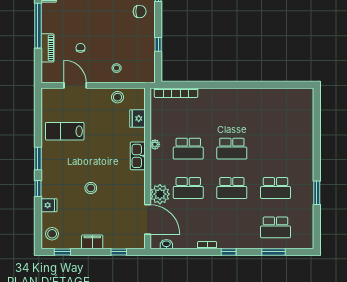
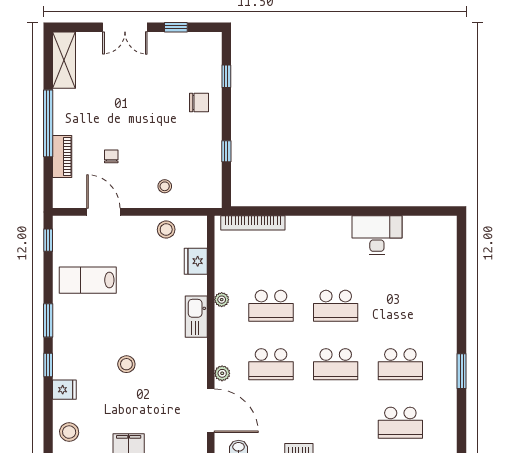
desk: (260, 101) -> (377, 235), added
window: (38, 104) -> (48, 240), added
plant: (160, 194) -> (222, 373), width x0.53, depth x0.53

